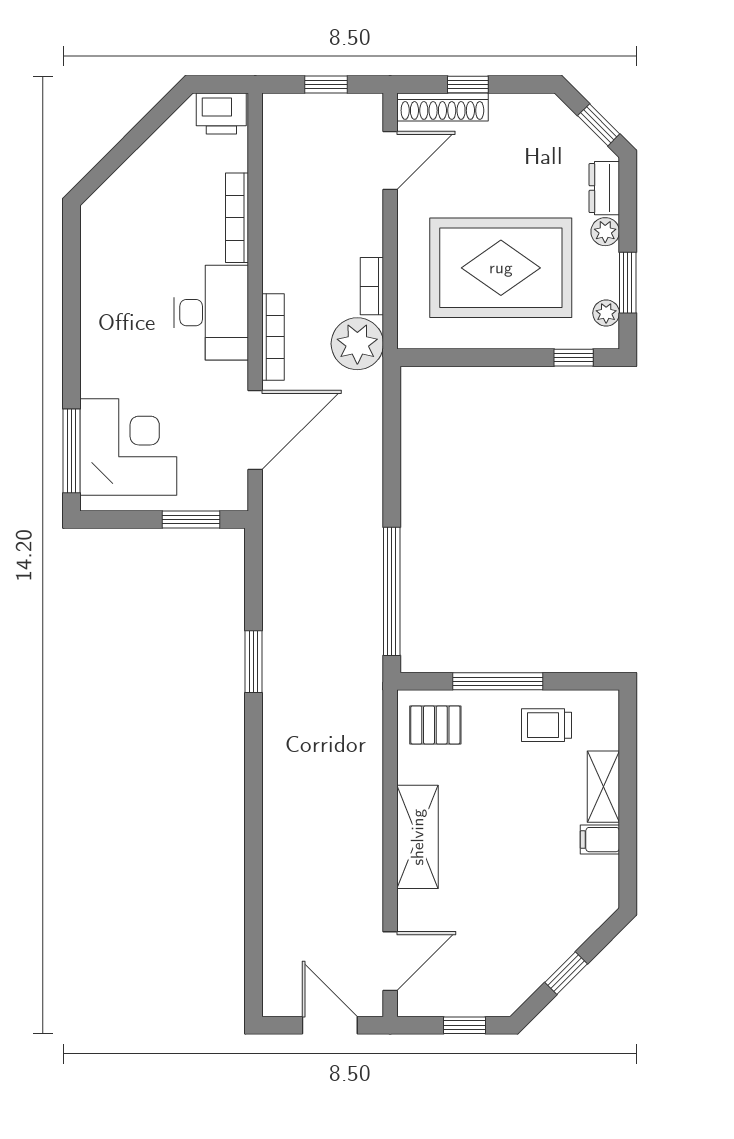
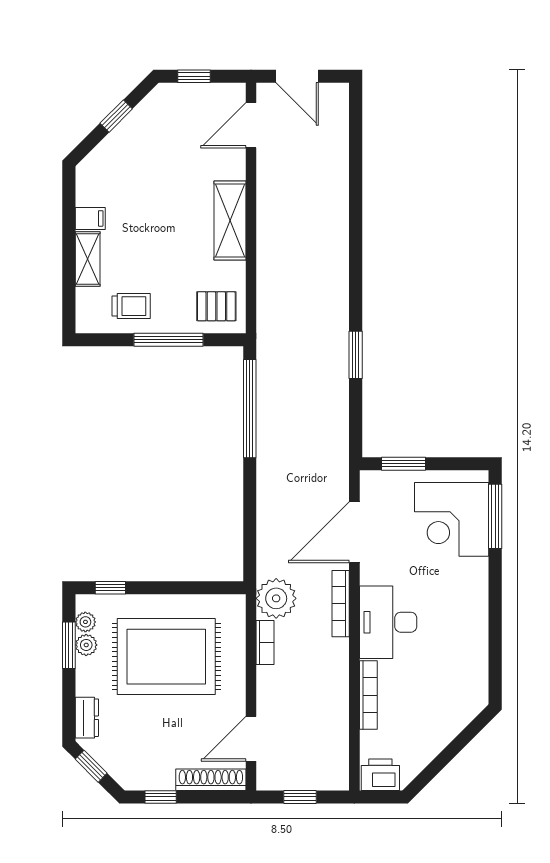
window: (468, 85) -> (161, 797), moved
plant: (605, 232) -> (86, 645), moved

